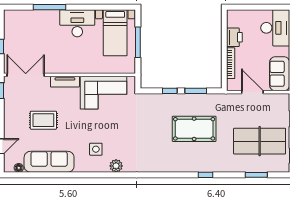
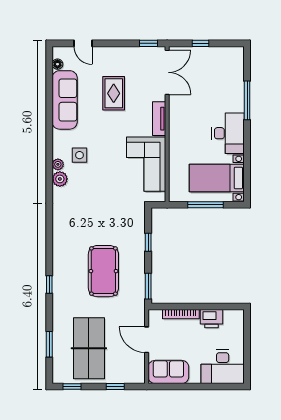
window: (196, 91) -> (148, 286), moved
door: (252, 92) -> (147, 340), swing flipped
plant: (104, 167) -> (58, 164), added

